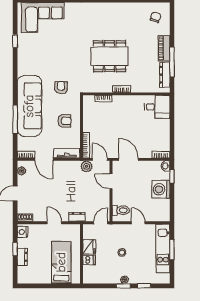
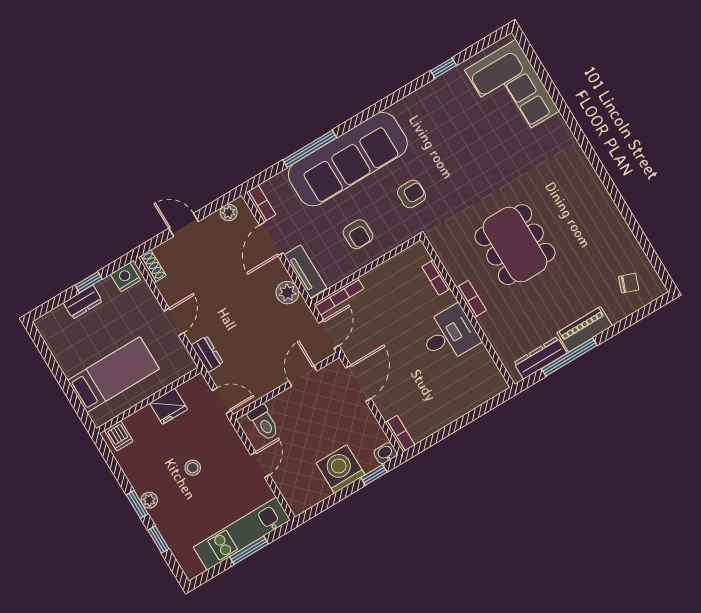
desk: (157, 107) -> (449, 335), moved, turned -90
plant: (87, 166) -> (287, 293), moved
dishwasher: (89, 260) -> (119, 436), moved

